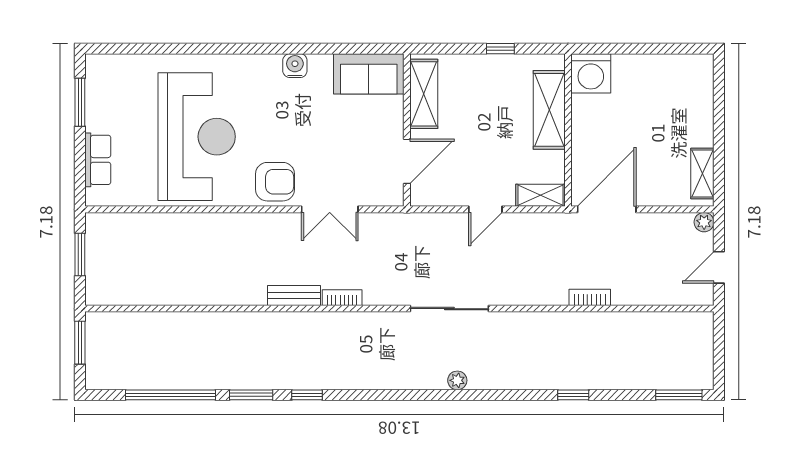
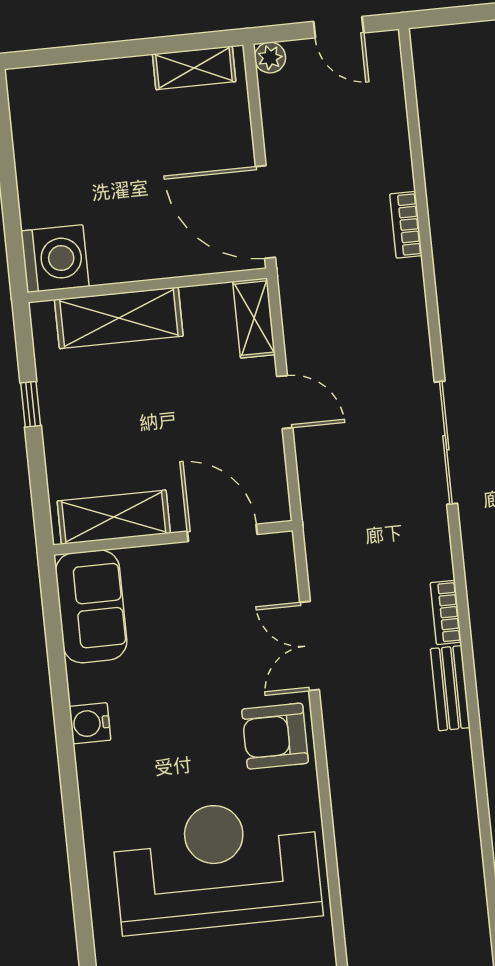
armchair: (275, 182) -> (275, 736), turned -90
double door: (330, 209) -> (310, 646), swing flipped

